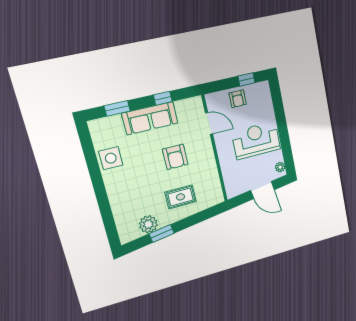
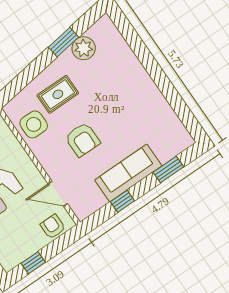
armchair: (238, 99) -> (53, 227), moved
armchair: (175, 157) -> (83, 140), turned 180
side table: (111, 158) -> (34, 124), moved

